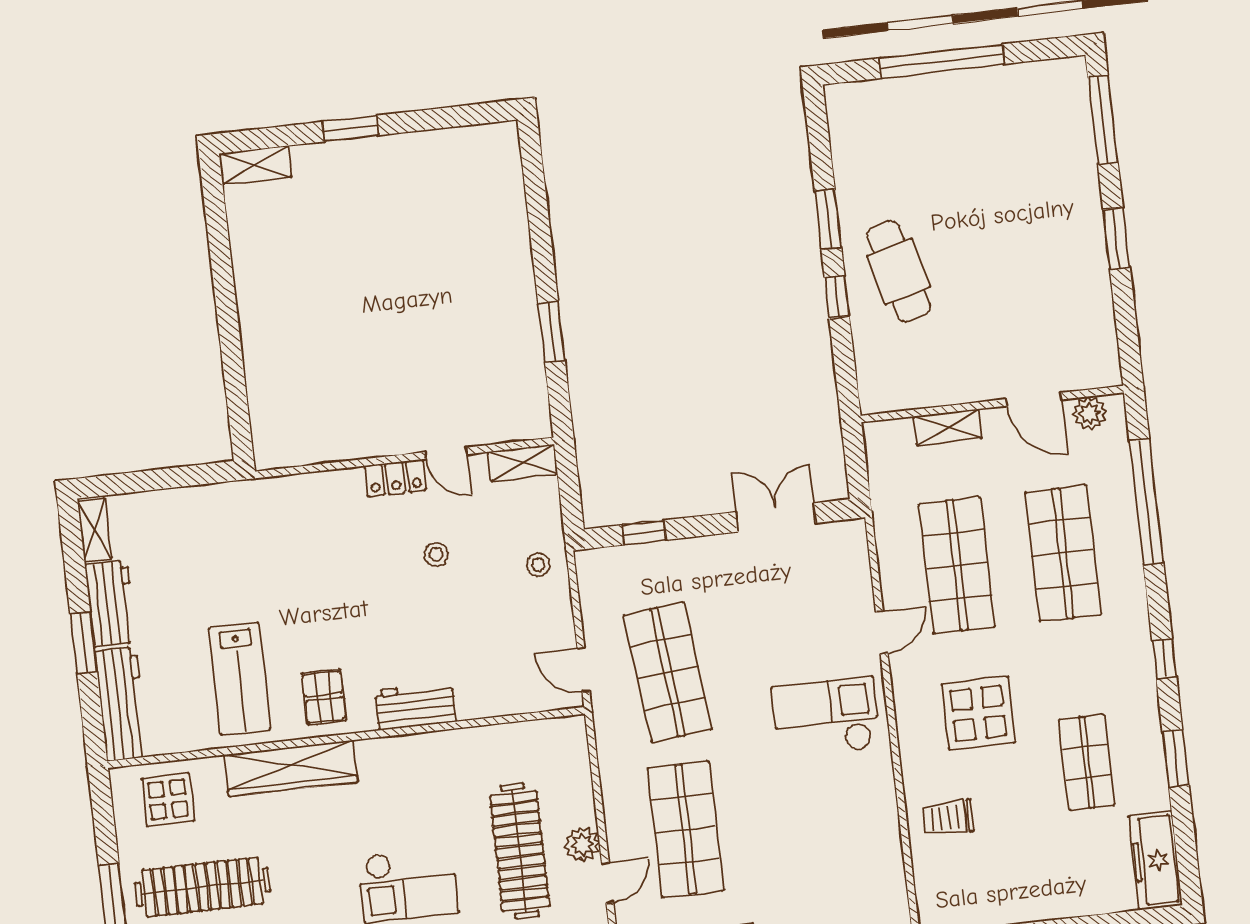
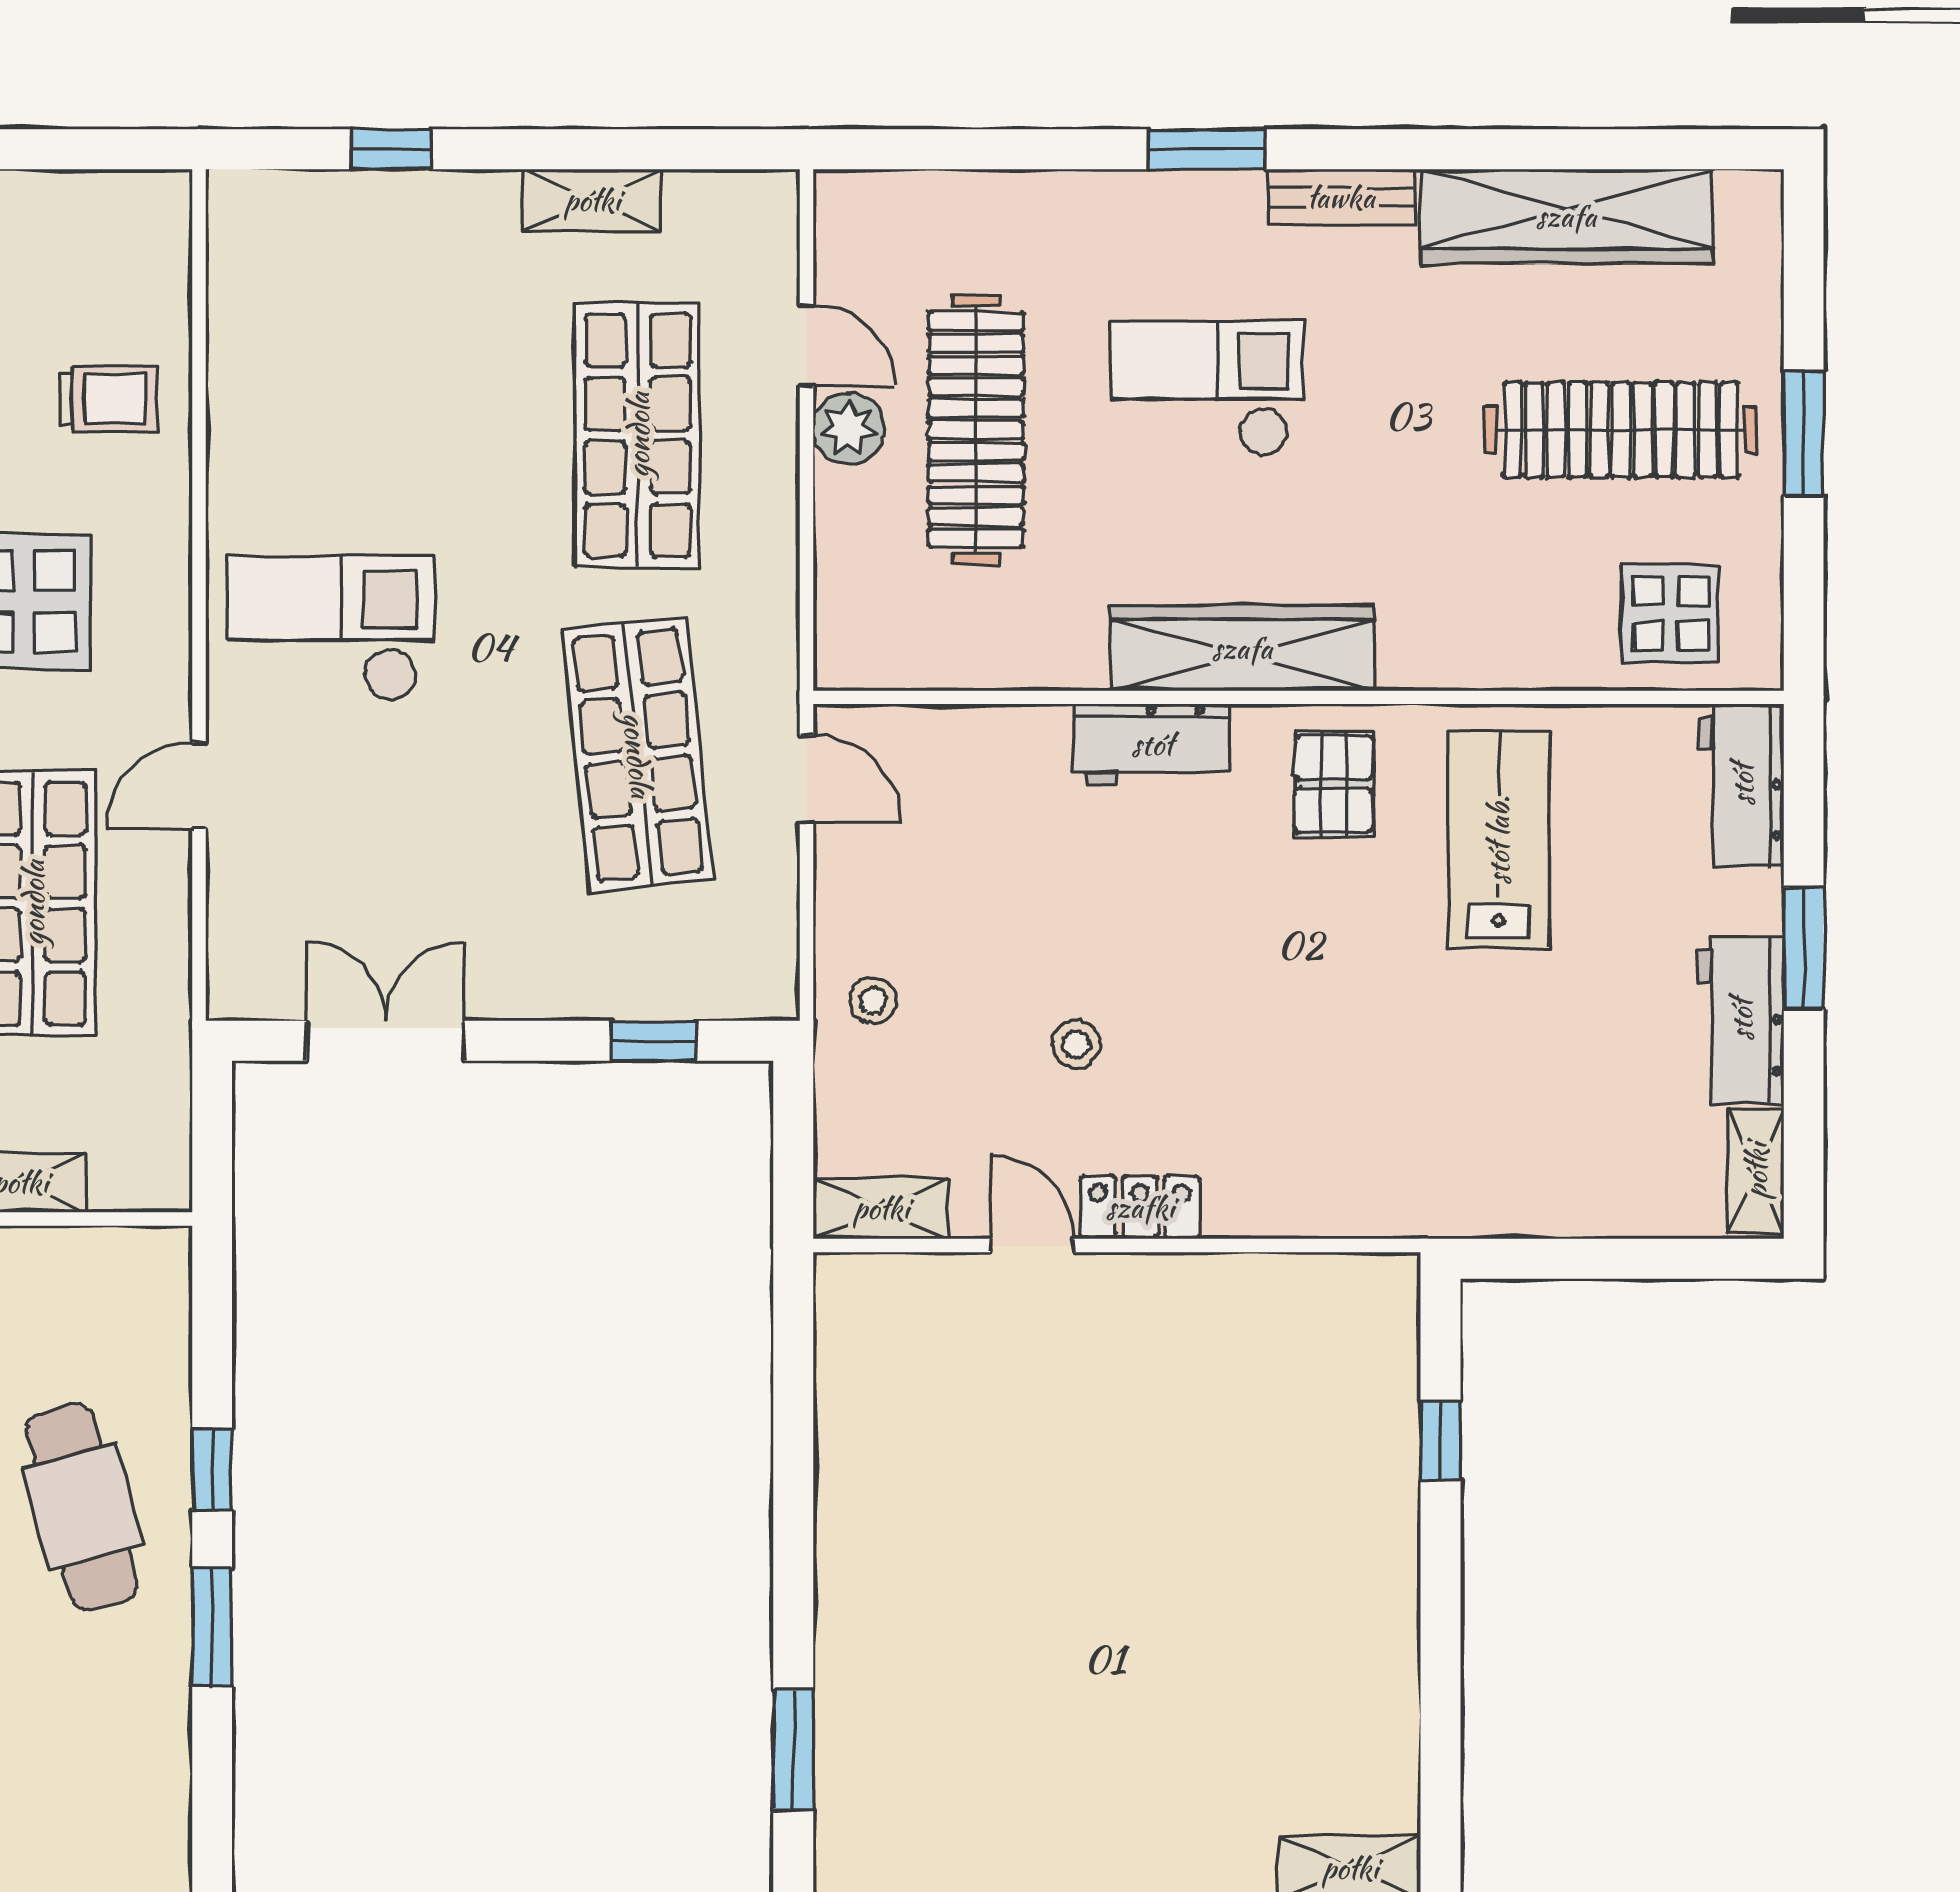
window: (551, 332) -> (793, 1750), moved
window: (235, 380) -> (1440, 1441), added
double door: (776, 518) -> (385, 1041), swing flipped
workbench: (121, 704) -> (1742, 785), width x0.73
checkout: (826, 717) -> (330, 628), turned 180
wardrobe: (291, 768) -> (1242, 648), moved
door: (608, 883) -> (806, 345), swing flipped

